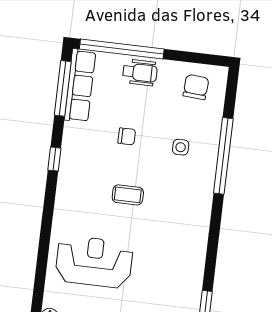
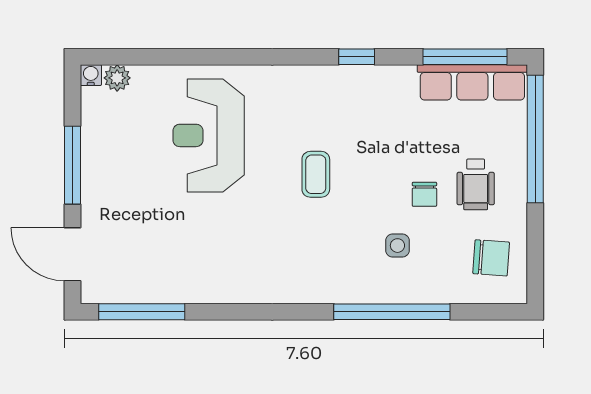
wheelchair: (140, 72) -> (476, 184), moved
chair: (127, 136) -> (424, 194), moved
reception desk: (94, 262) -> (209, 135), turned 180

